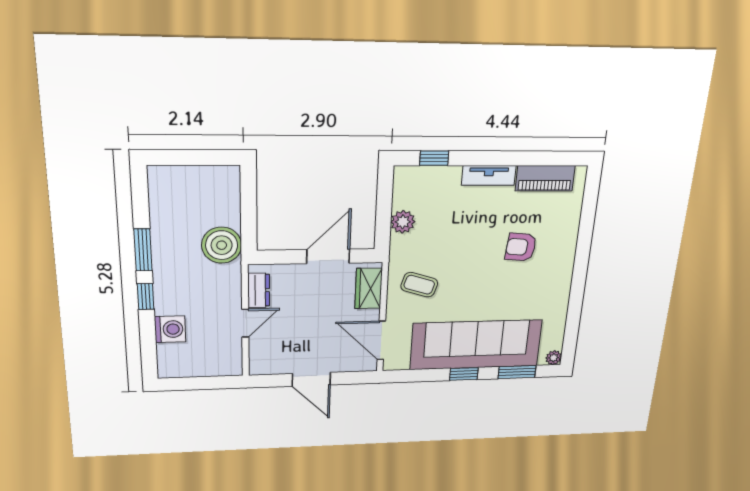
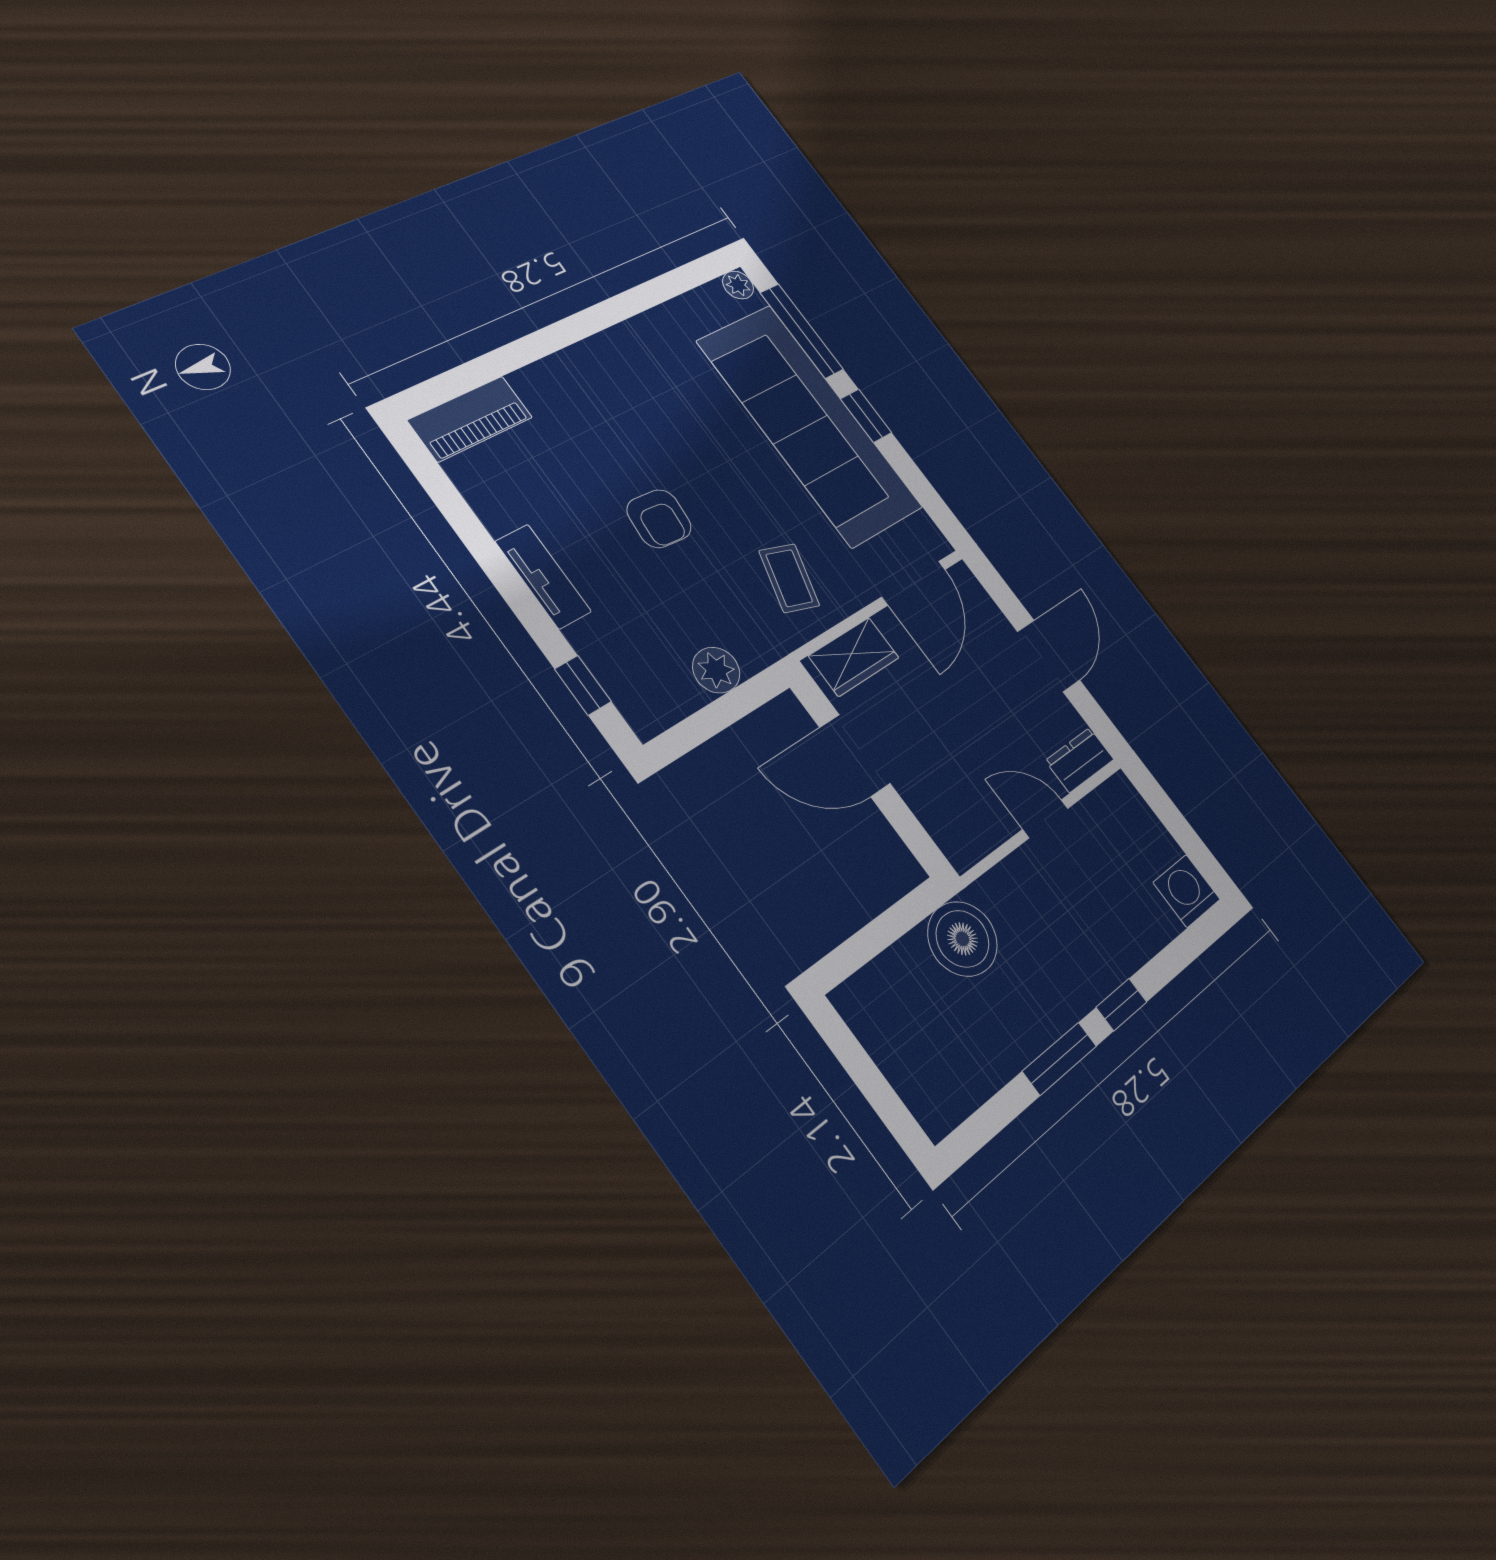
piano: (545, 178) -> (470, 419), moved, turned 90
armchair: (521, 247) -> (659, 519), moved
dresser: (259, 290) -> (1080, 760), moved
washing machine: (170, 329) -> (1187, 891), moved
window: (517, 372) -> (802, 331), width x1.44

